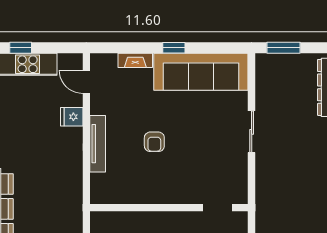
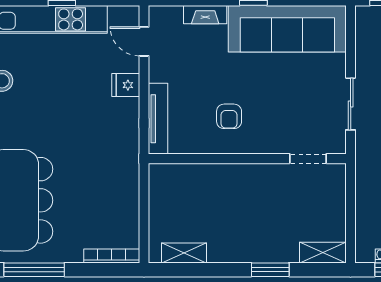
wall: (169, 208) -> (247, 159), moved
doorway: (218, 208) -> (308, 159), moved

